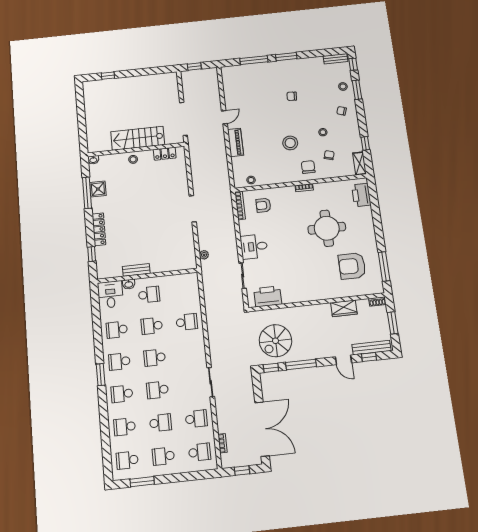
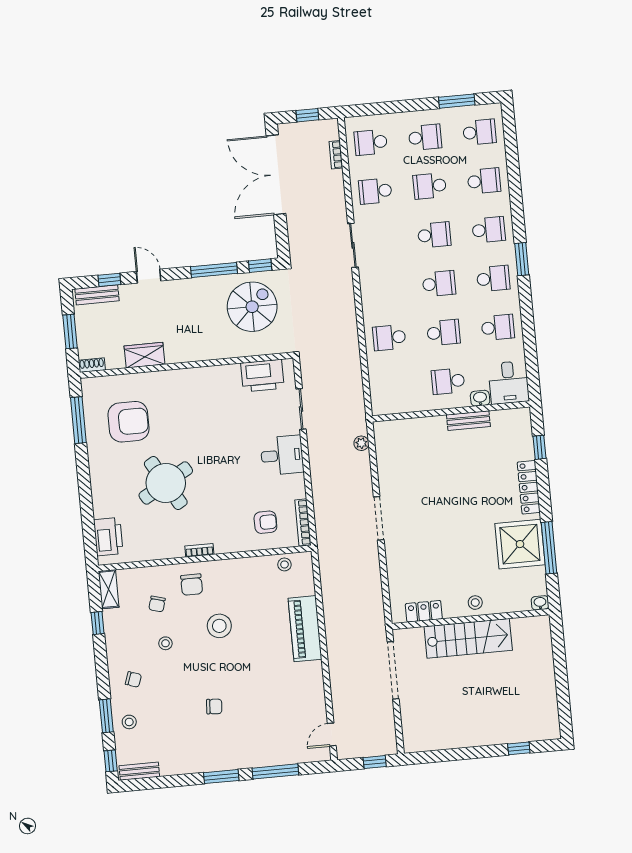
door: (224, 117) -> (332, 735), moved
piano: (236, 142) -> (305, 629), width x1.37, depth x1.33
shower: (98, 189) -> (520, 544), width x1.86, depth x1.86
round table: (327, 228) -> (166, 483), turned -30
bench: (372, 348) -> (97, 295), width x0.73

